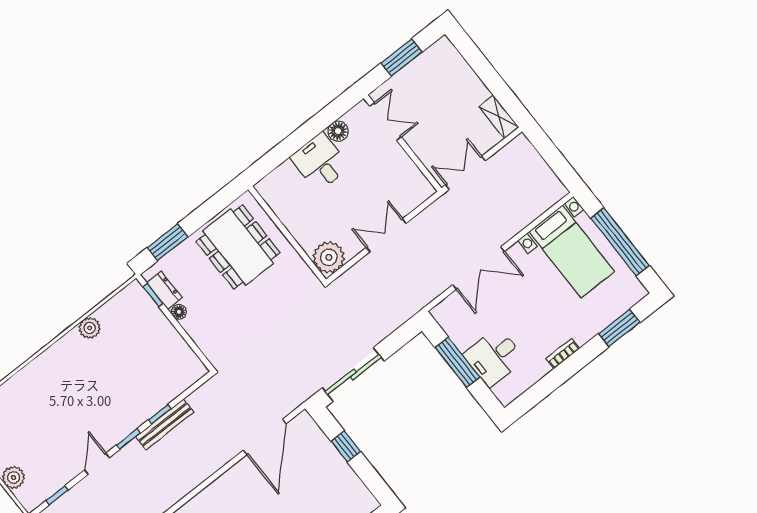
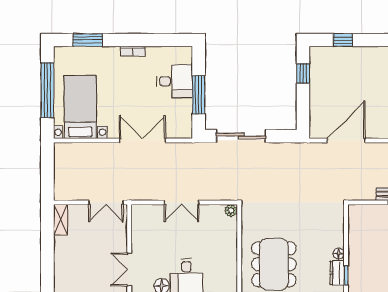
plant: (329, 257) -> (231, 211), width x0.53, depth x0.53
sliding door: (353, 374) -> (241, 136), moved
window: (346, 446) -> (303, 73), moved

